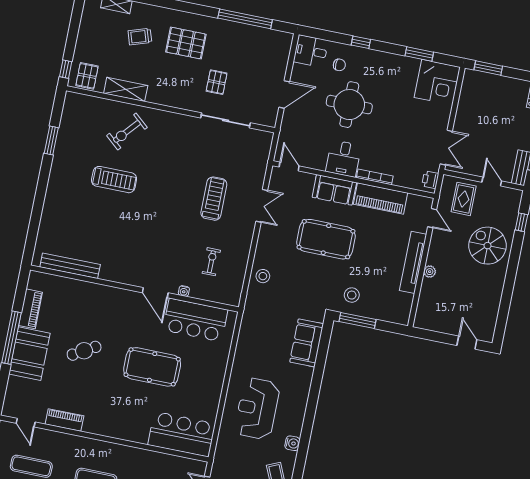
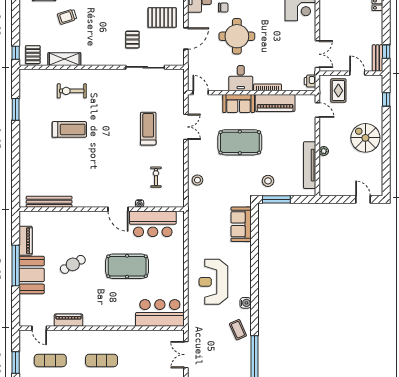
pallet: (186, 43) -> (162, 18), moved
exercise bike: (127, 132) -> (72, 91), turned 49
spiral stairs: (487, 246) -> (365, 138), moved
tv unit: (413, 262) -> (310, 165), moved

